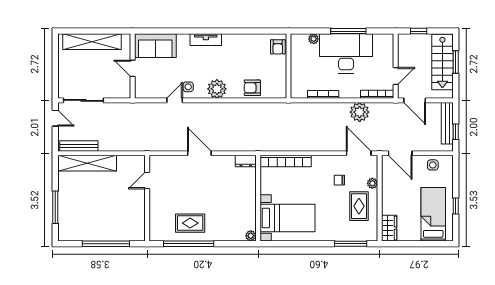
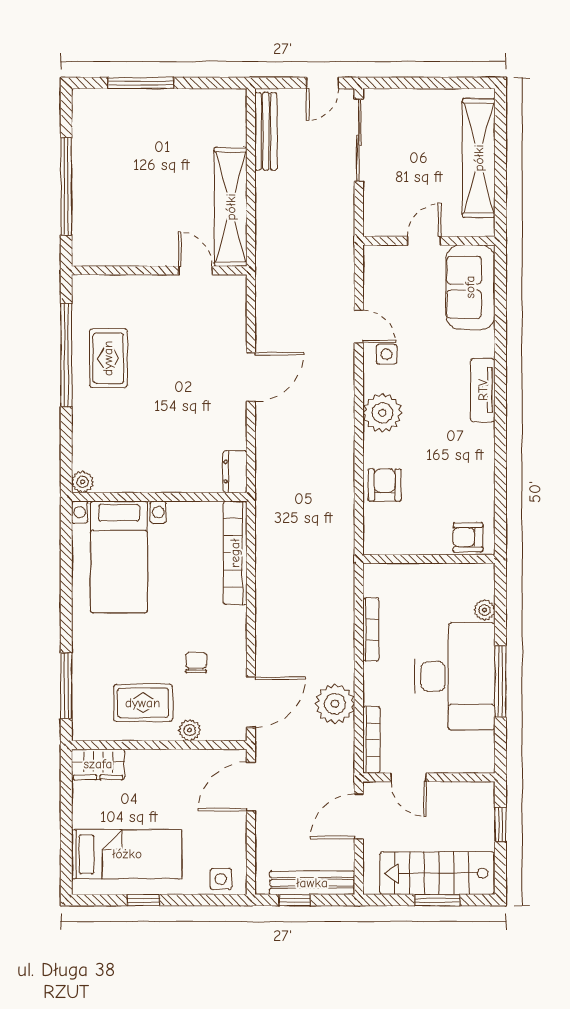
shelving: (87, 163) -> (231, 207), moved
side table: (433, 165) -> (221, 879), moved

